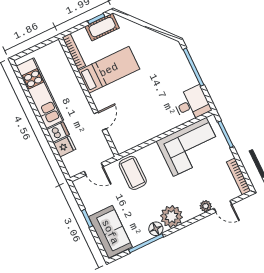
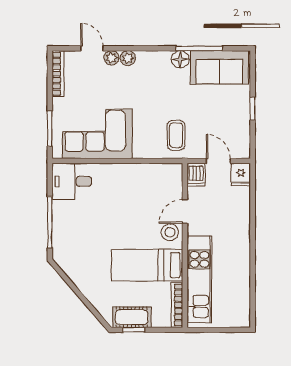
kitchen unit: (40, 93) -> (199, 279), moved, turned 180
stool: (104, 101) -> (170, 232), added
dishwasher: (58, 132) -> (196, 175), moved, turned -90
fridge: (65, 146) -> (241, 174), moved, turned -90
coffee table: (133, 173) -> (176, 135), width x0.73, depth x0.77
plant: (172, 217) -> (128, 58), moved, width x0.53, depth x0.53
sofa: (110, 232) -> (219, 67), moved, turned -90

